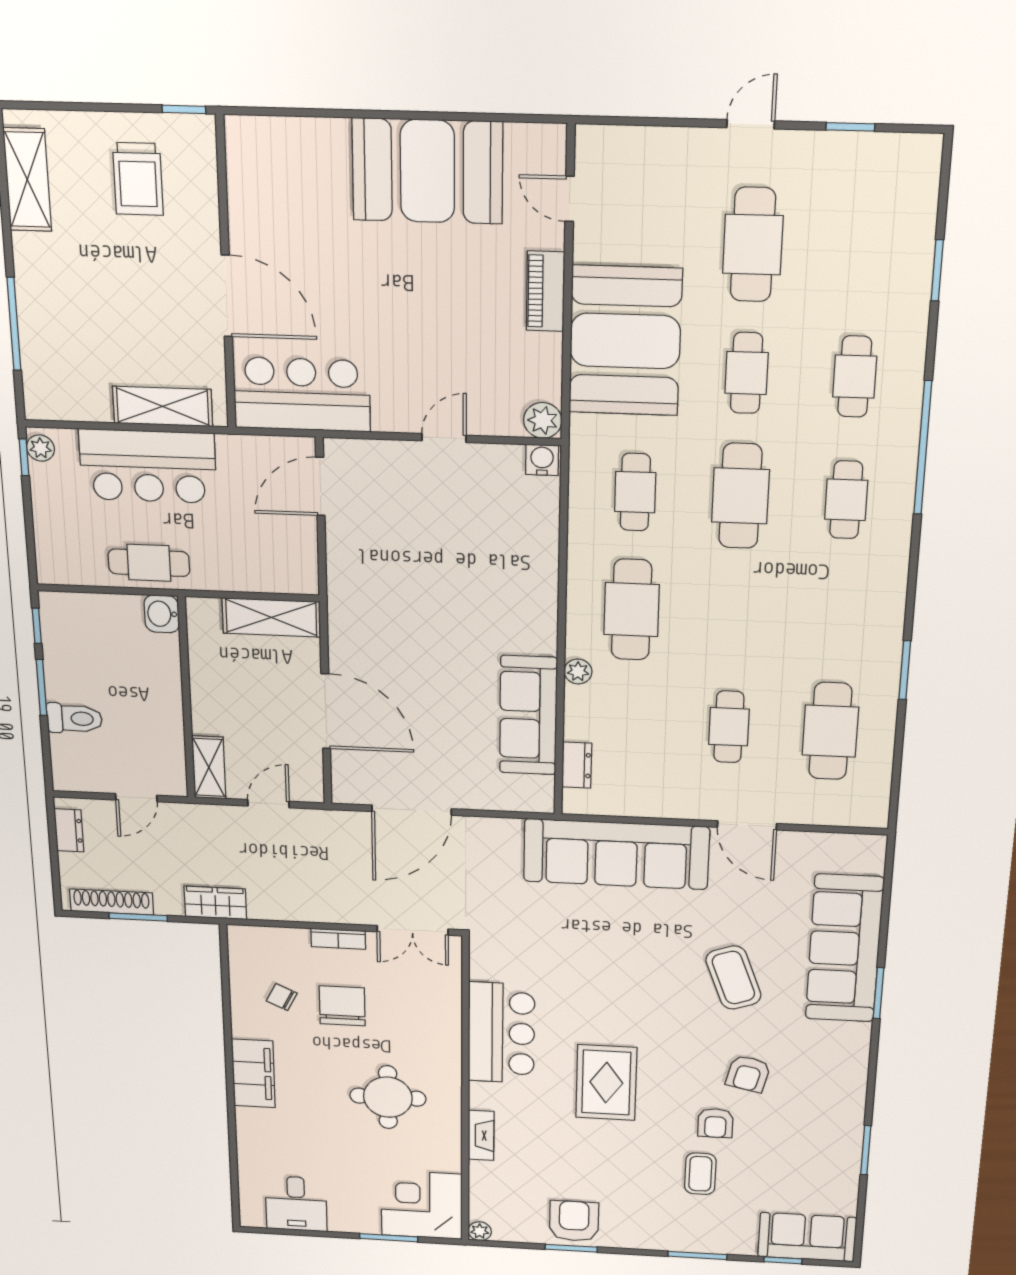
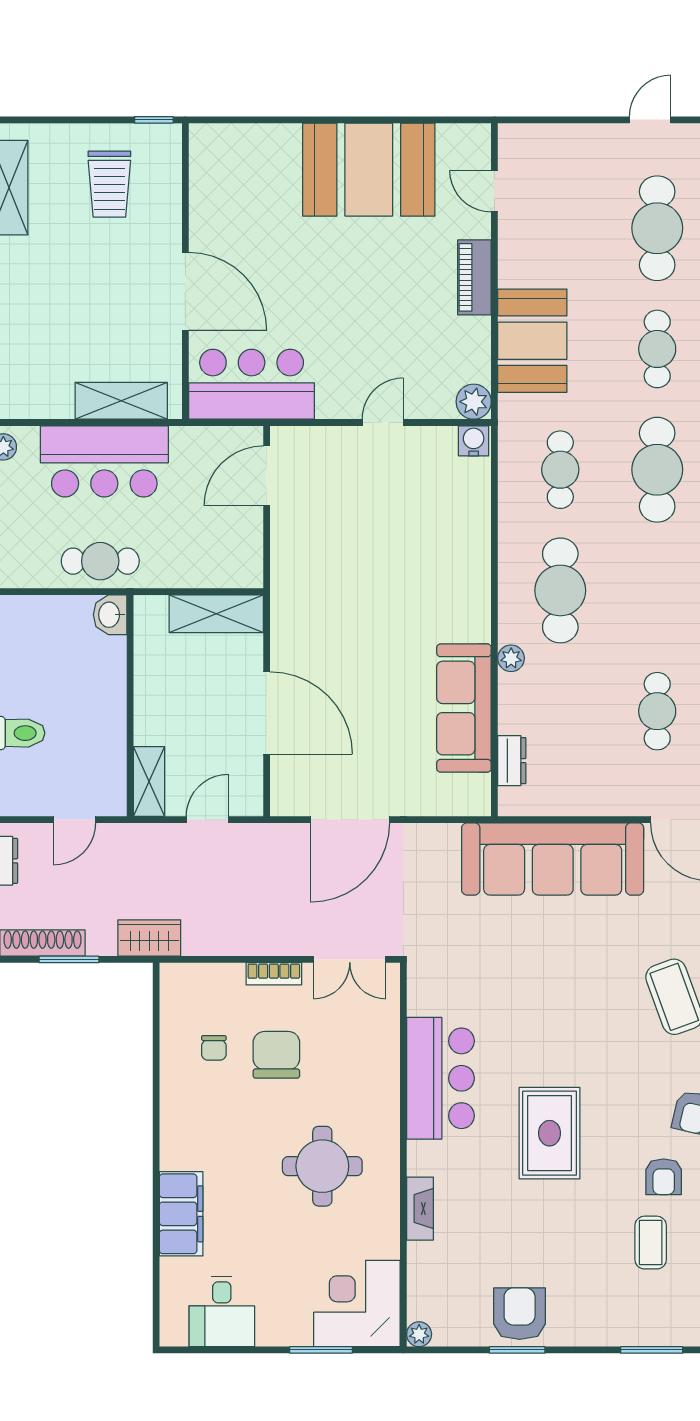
booth: (625, 341) -> (532, 341), width x0.73, depth x0.70
chair: (282, 997) -> (214, 1048), turned -116
filing cabinet: (253, 1073) -> (181, 1214), moved

